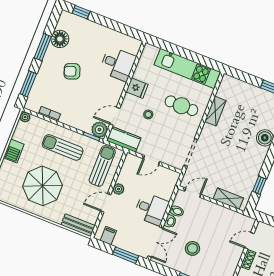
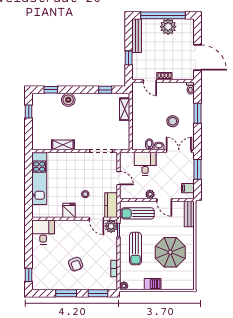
floor lamp: (60, 39) -> (55, 283), removed
desk: (118, 64) -> (43, 232), moved
cafe table: (181, 106) -> (69, 172), removed
door: (193, 193) -> (131, 137), removed
desk: (151, 209) -> (145, 164), moved

